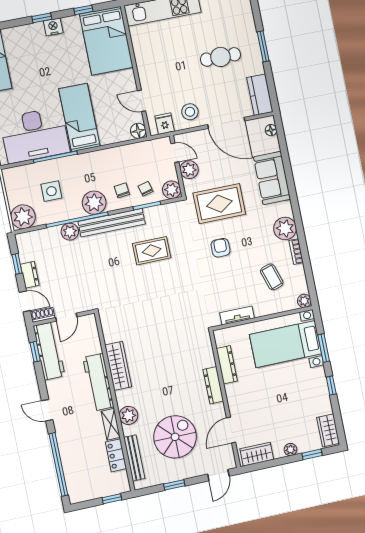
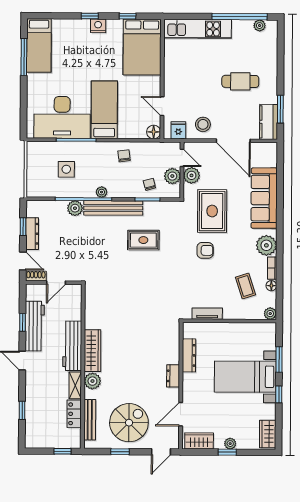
window: (263, 46) -> (280, 109), moved
floor lamp: (271, 130) -> (271, 286), moved
sofa: (272, 178) -> (264, 198), width x1.36
chair: (122, 190) -> (124, 156), moved
plant: (172, 190) -> (172, 176), moved
plant: (94, 203) -> (102, 192), width x0.53, depth x0.53
rug: (219, 204) -> (212, 211), turned 90
plant: (23, 217) -> (37, 187), removed
armchair: (221, 248) -> (205, 250), turned 90
dresser: (30, 275) -> (32, 234), width x1.44
bed with nightstands: (286, 344) -> (245, 377), moved
workbench: (49, 351) -> (35, 326), moved
window: (35, 352) -> (23, 322), moved
wardrobe: (118, 366) -> (92, 351), moved
dresser: (213, 385) -> (173, 376), width x0.70
spiral stairs: (175, 437) -> (129, 423), moved
window: (312, 454) -> (227, 452), moved
window: (58, 464) -> (22, 410), width x0.32

